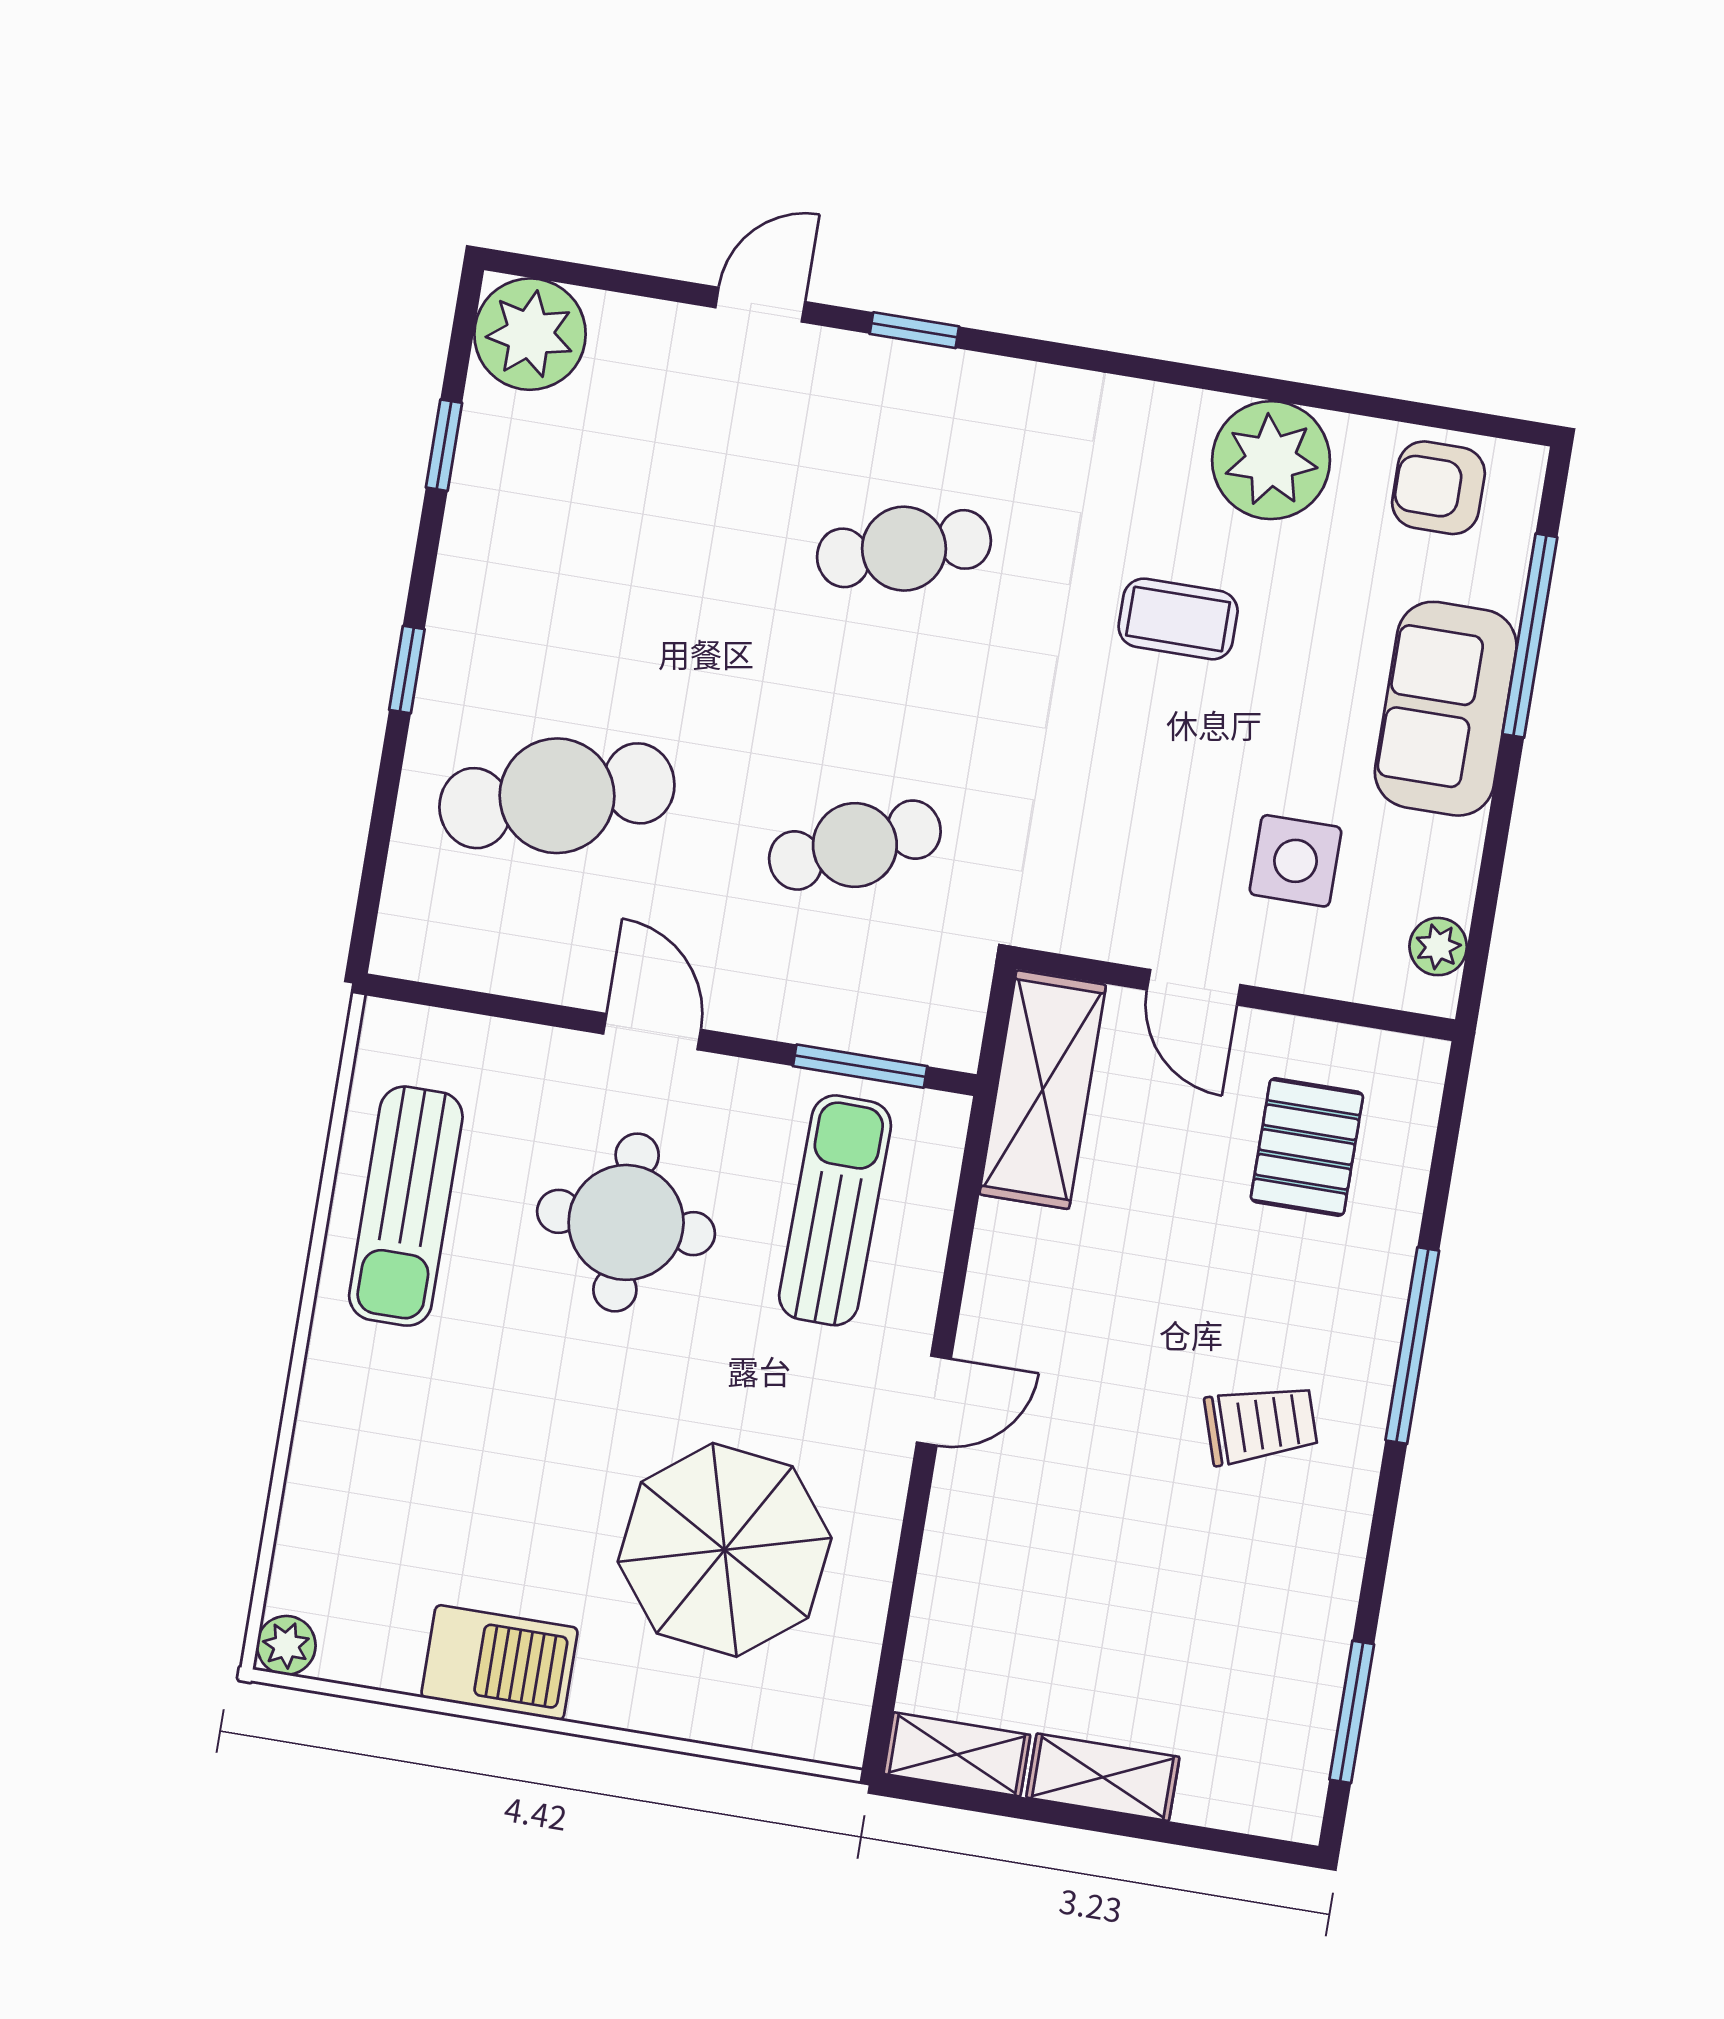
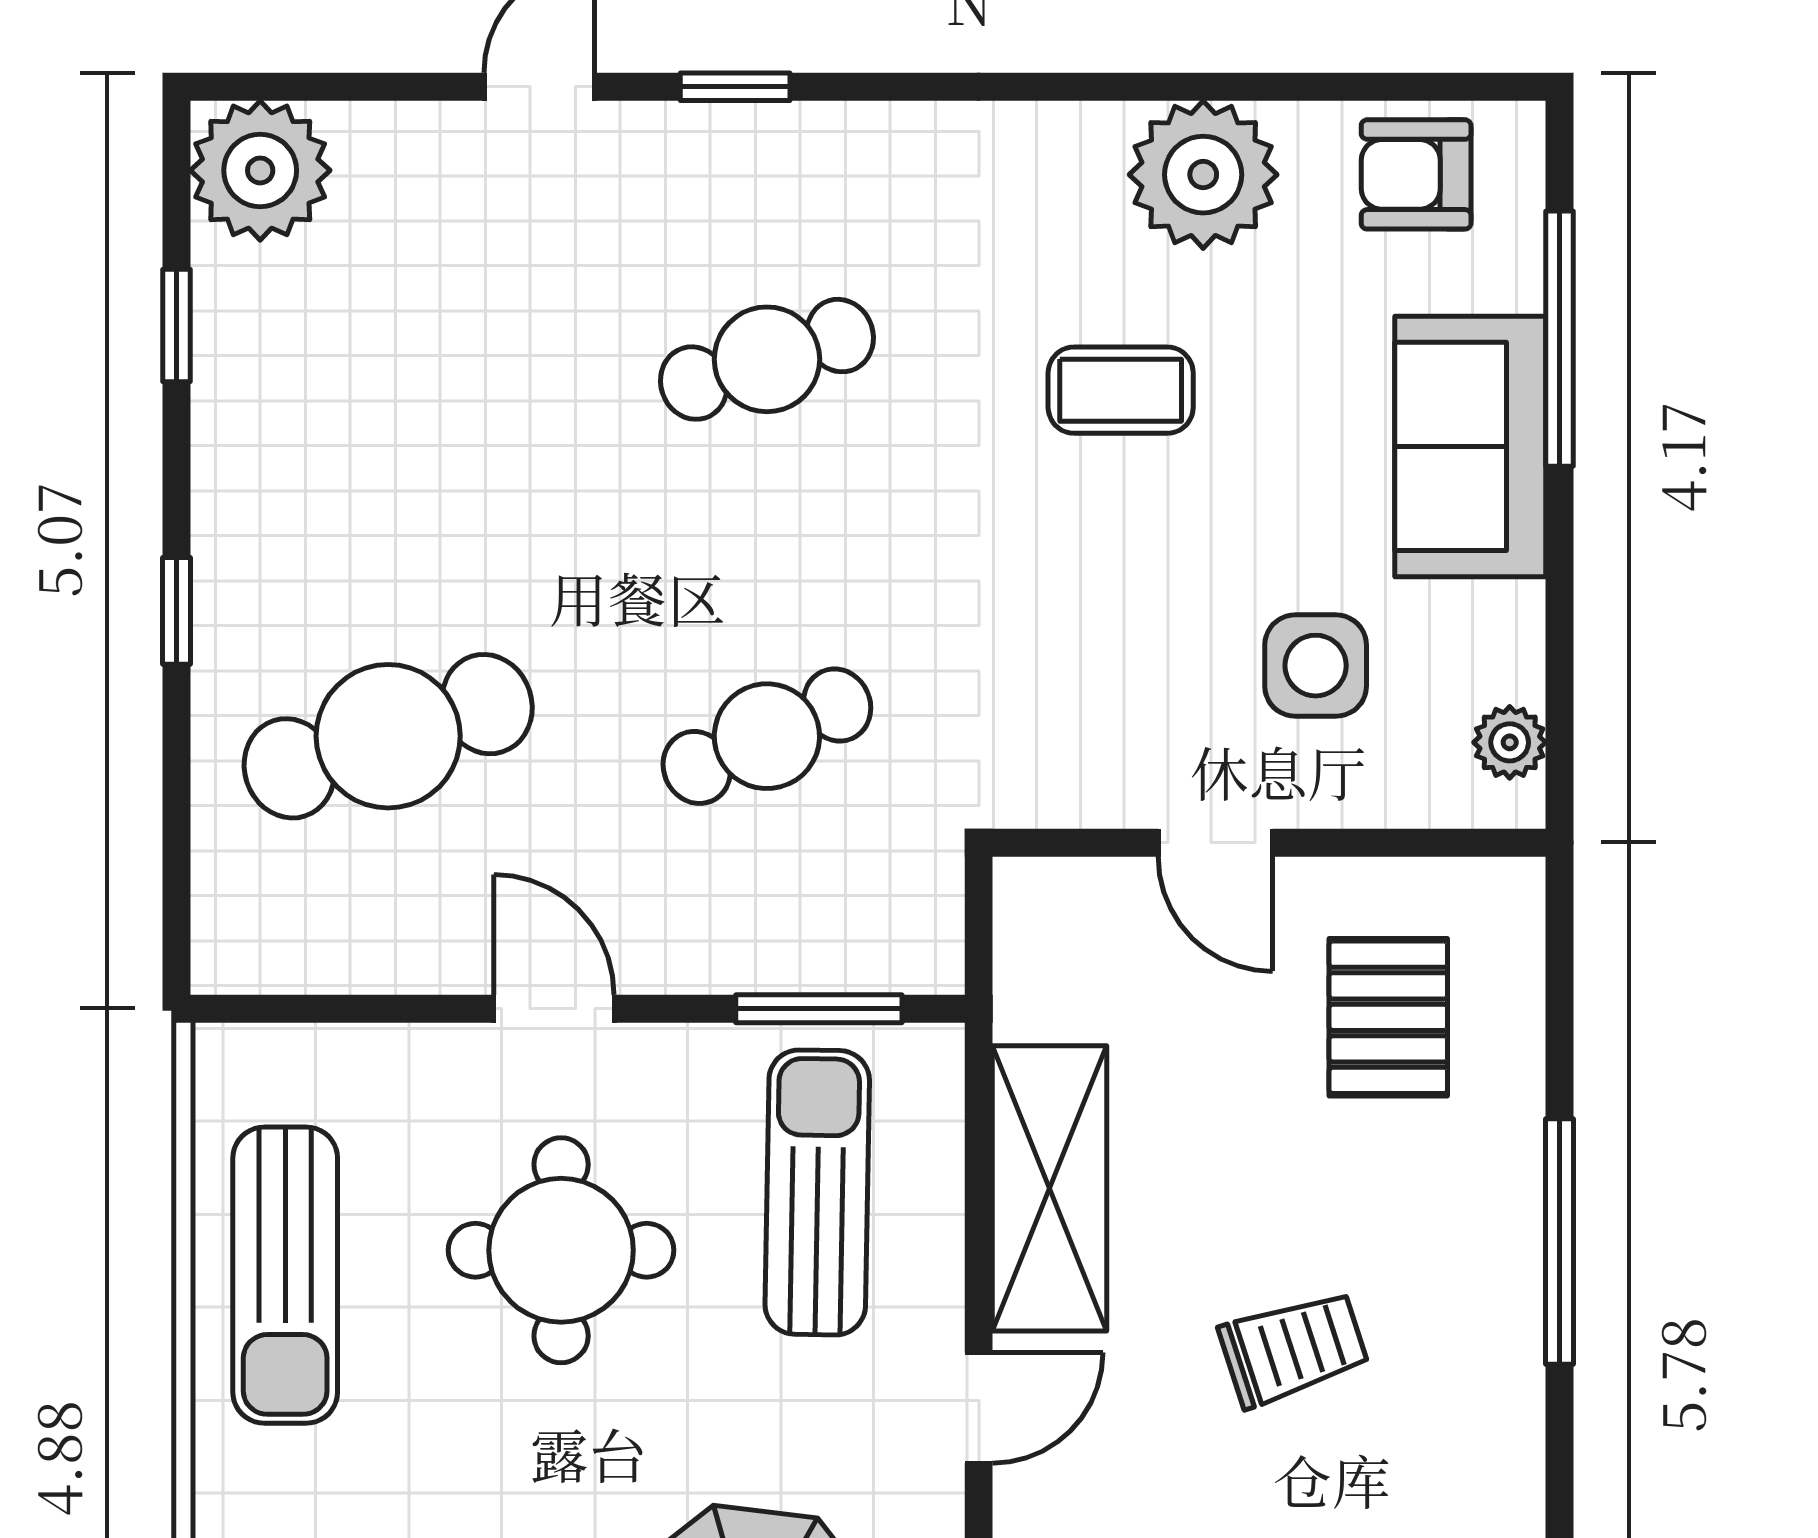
shelving: (1043, 1090) -> (1050, 1188), moved
trolley: (1261, 1424) -> (1294, 1348), moved

